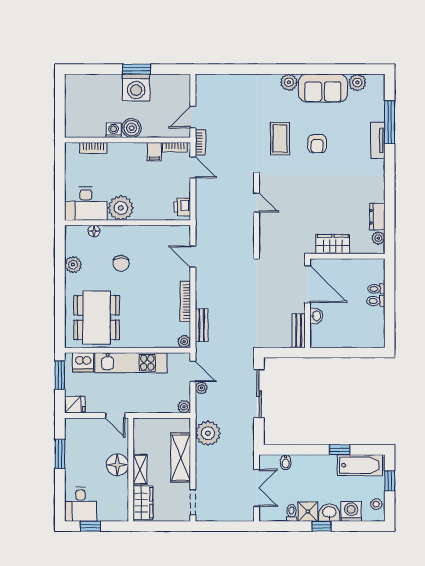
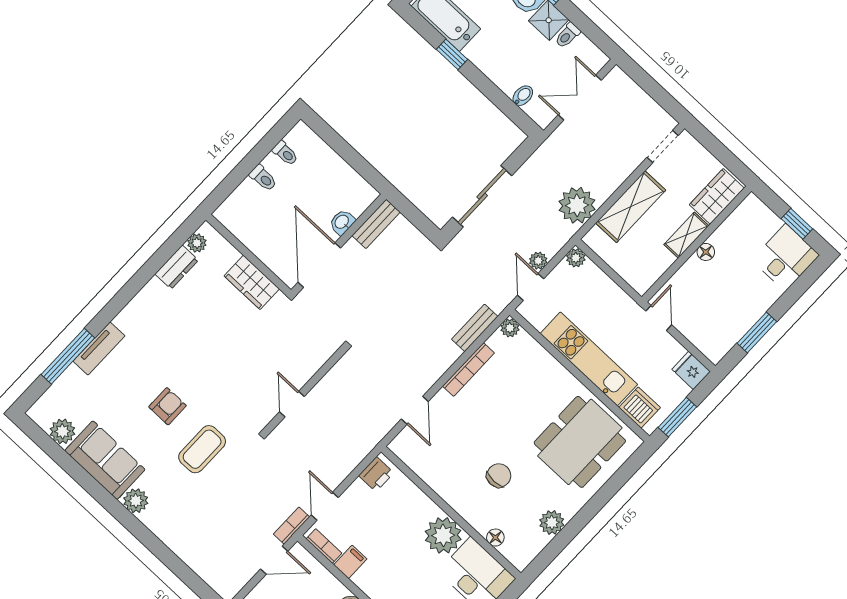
toilet: (376, 289) -> (285, 153), moved
floor lamp: (117, 465) -> (706, 252), width x0.53, depth x0.53

